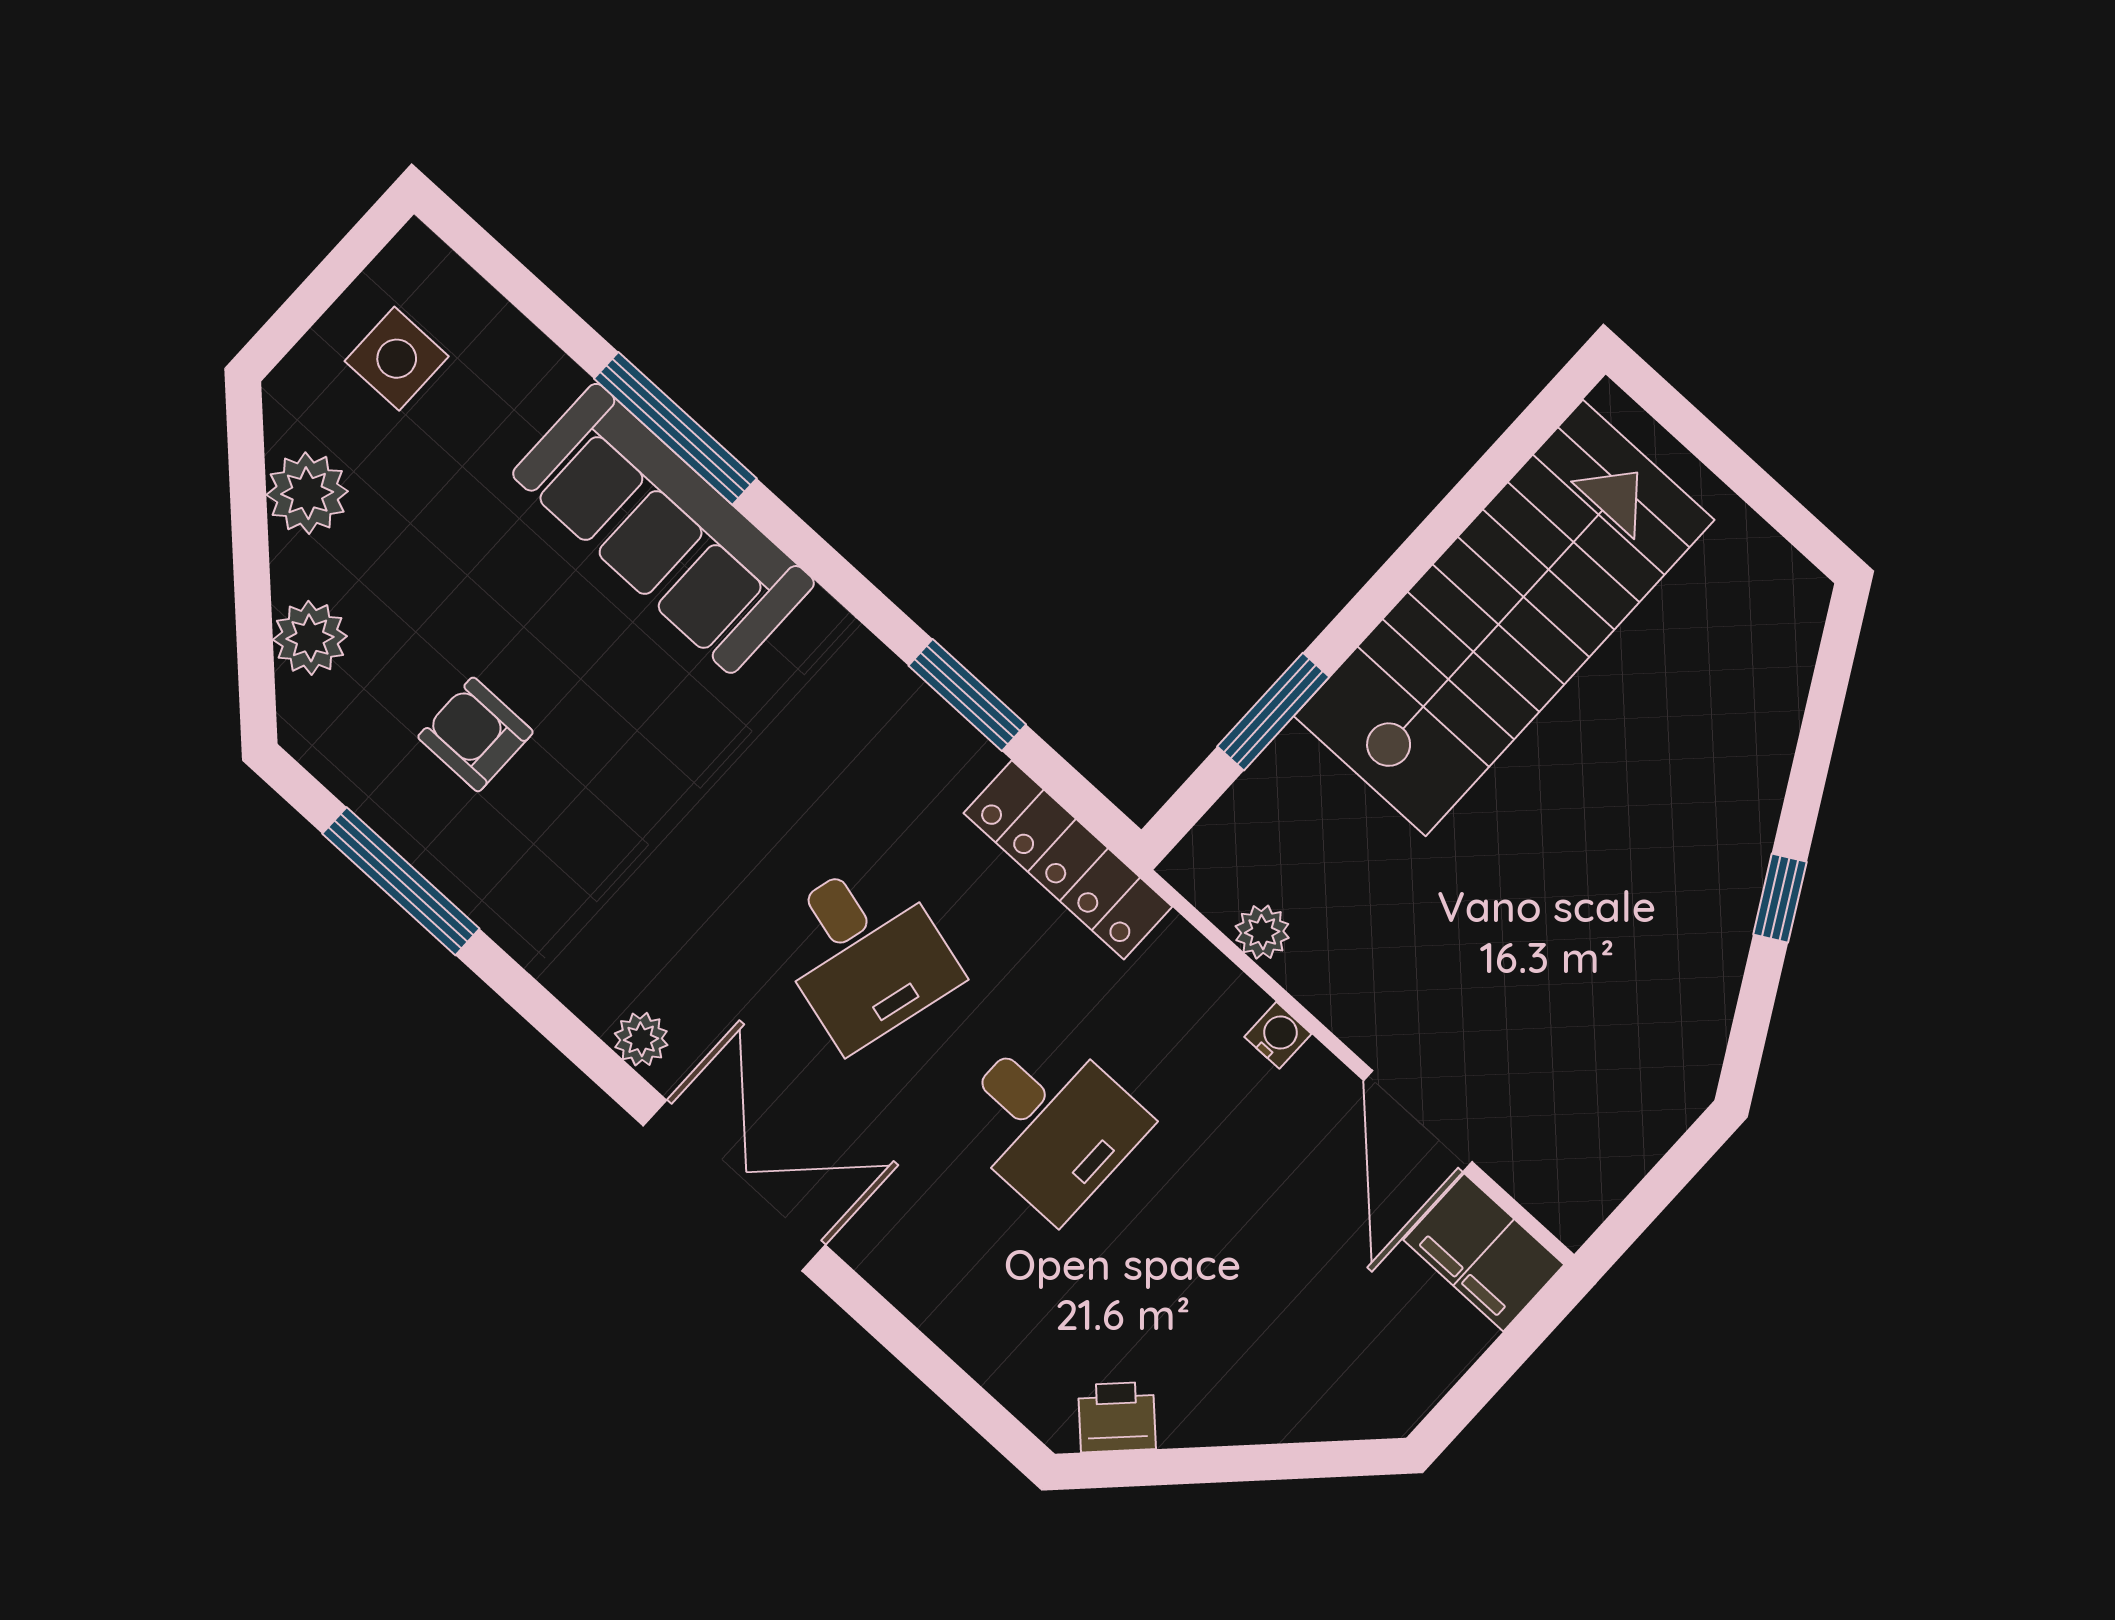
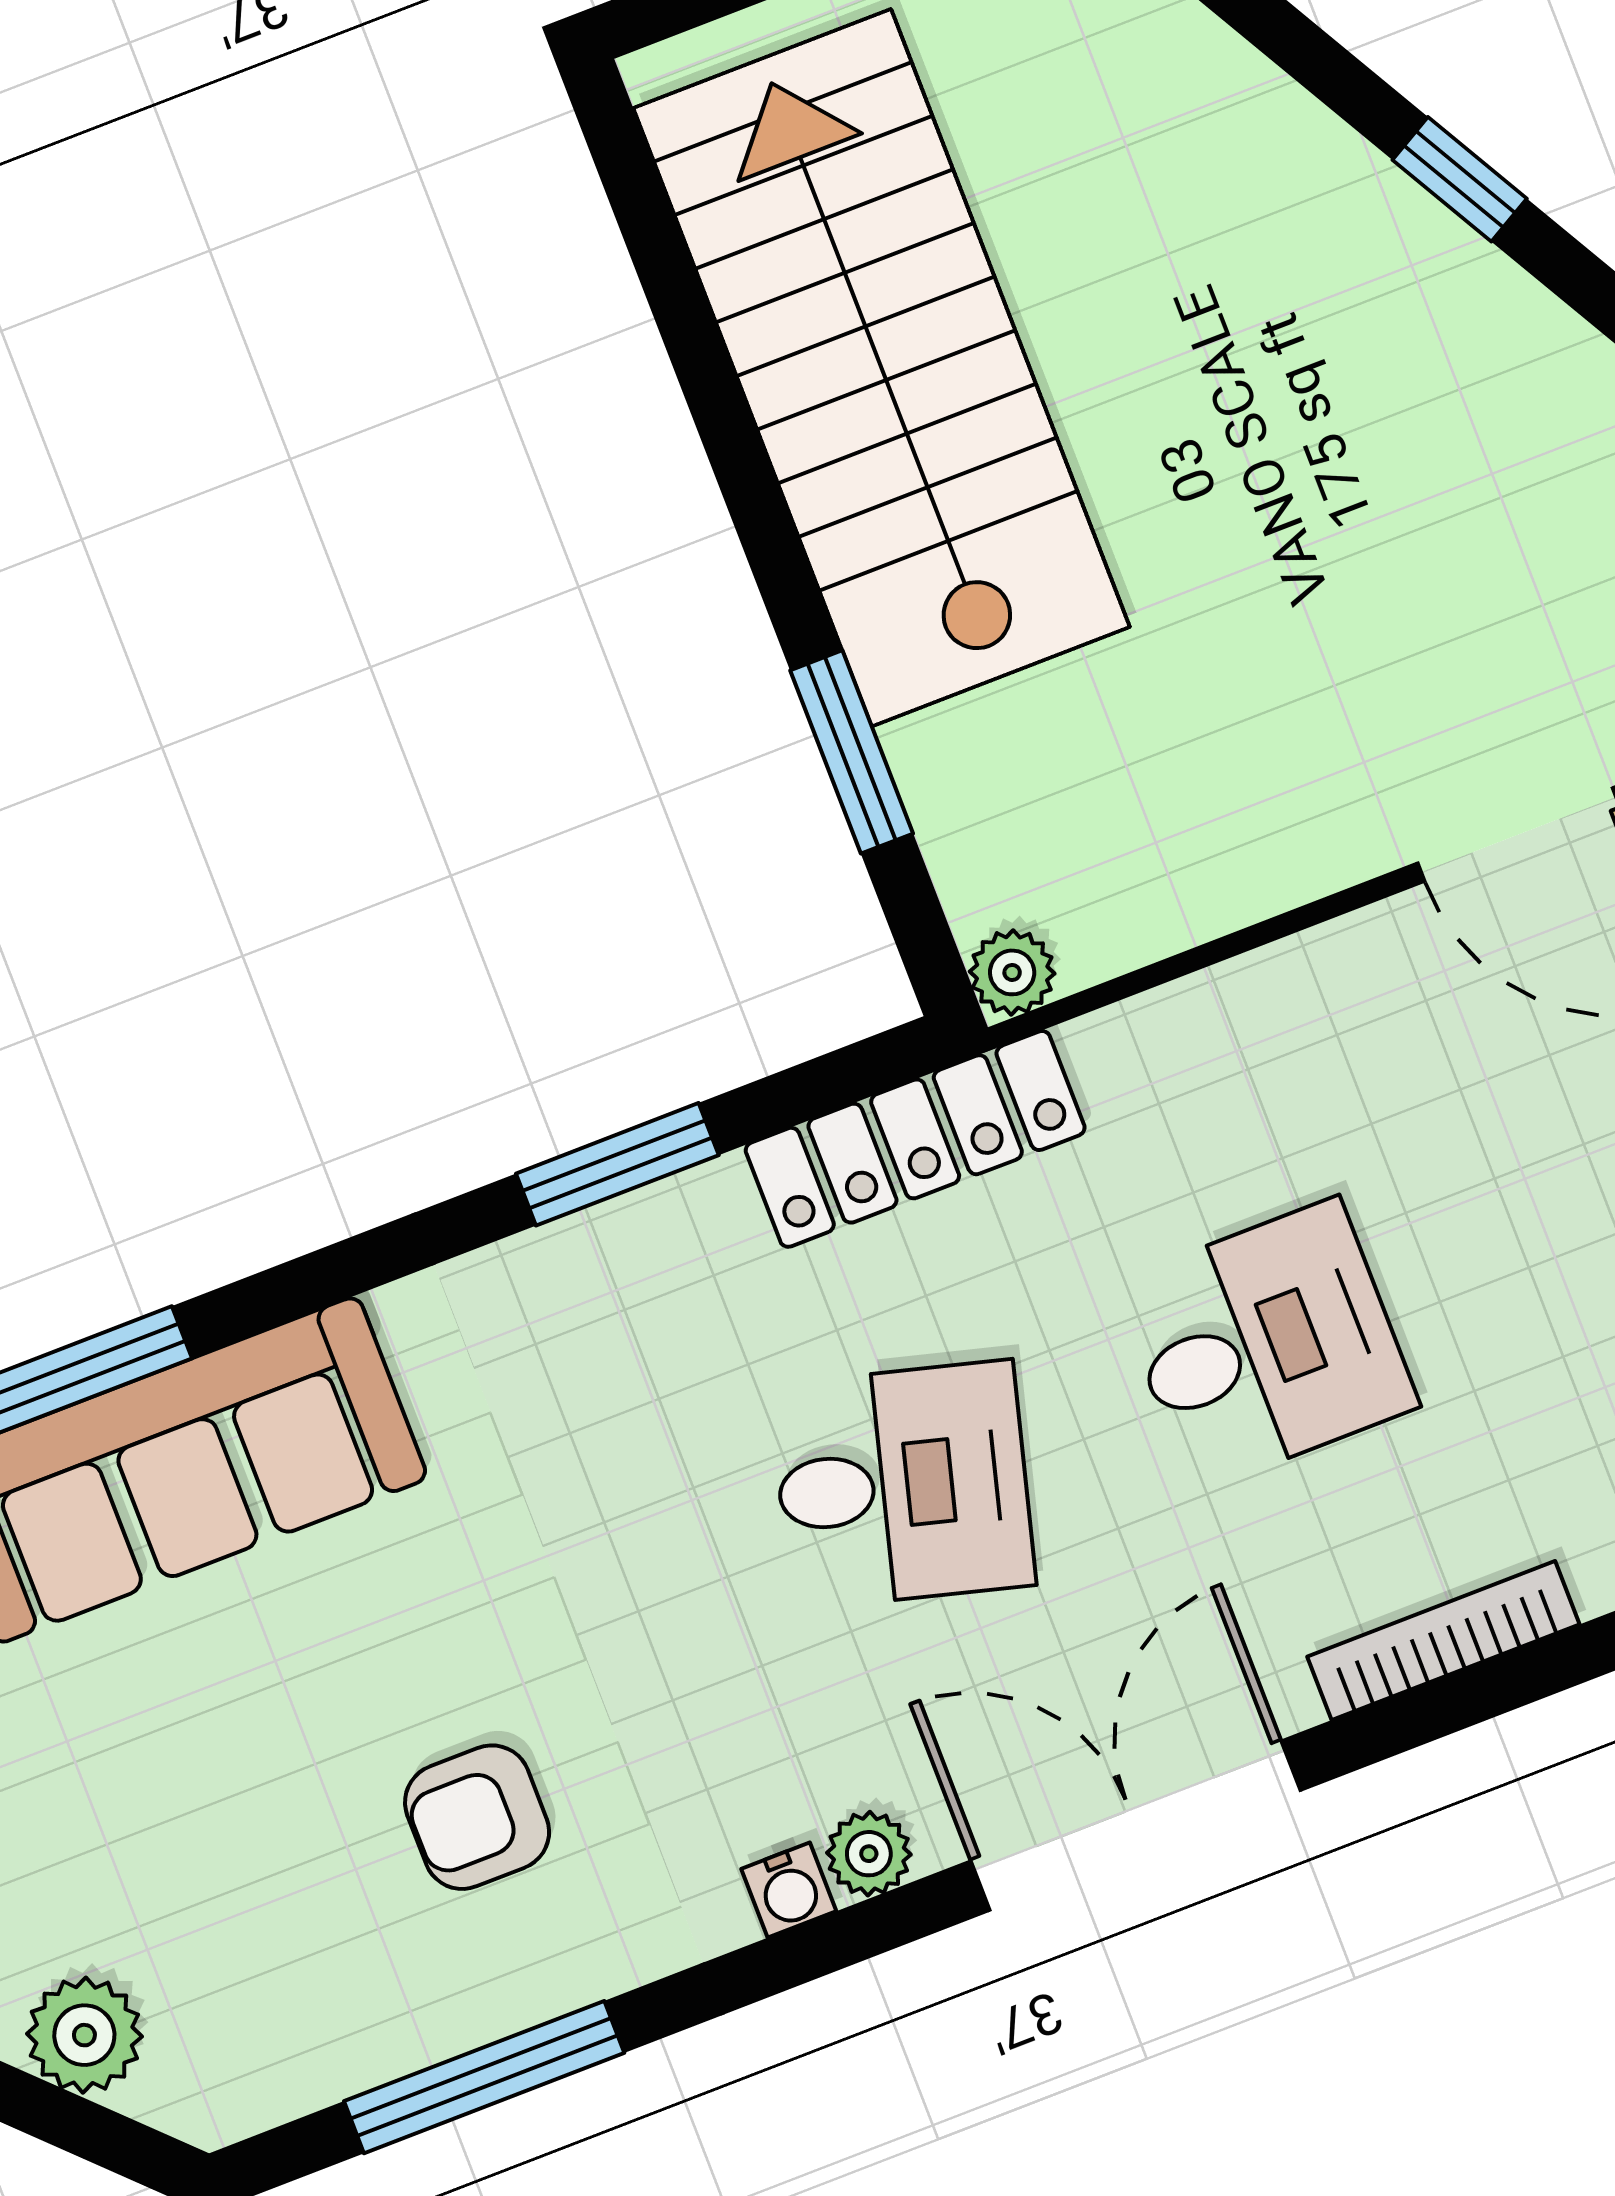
armchair: (475, 734) -> (477, 1817), moved
plant: (1262, 932) -> (1012, 972), moved
water cooler: (1278, 1035) -> (789, 1890), moved, turned 180
bookcase: (930, 1310) -> (1443, 1640), added

